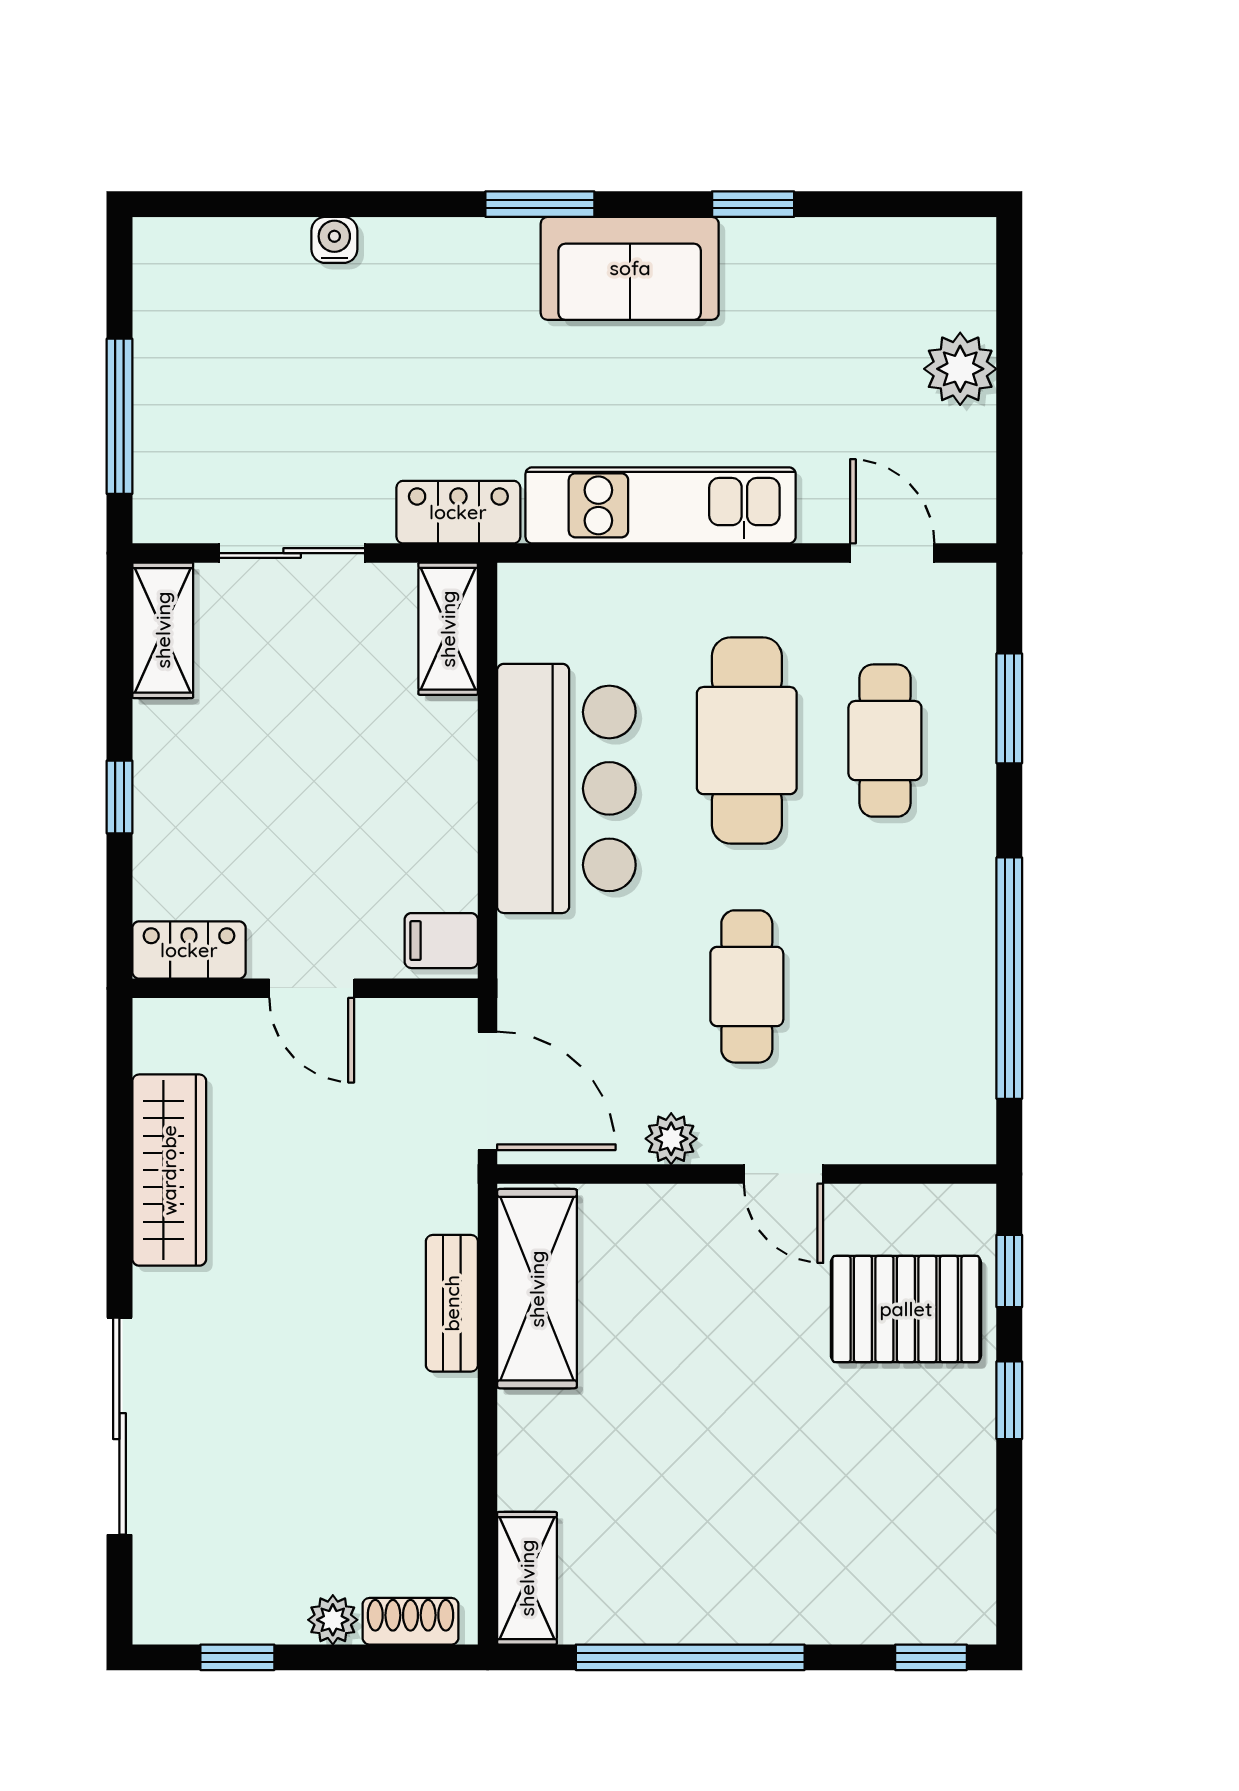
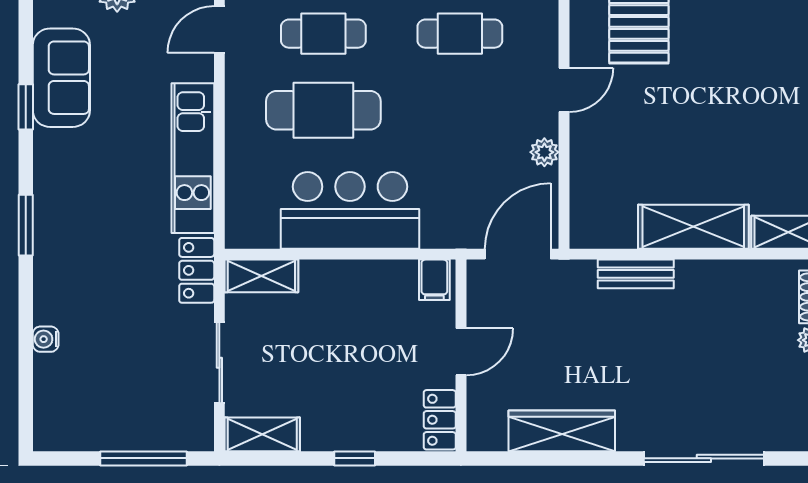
sofa: (630, 268) -> (61, 78), moved
cafe table: (747, 986) -> (460, 34), moved
shelving: (537, 1289) -> (693, 227), moved

